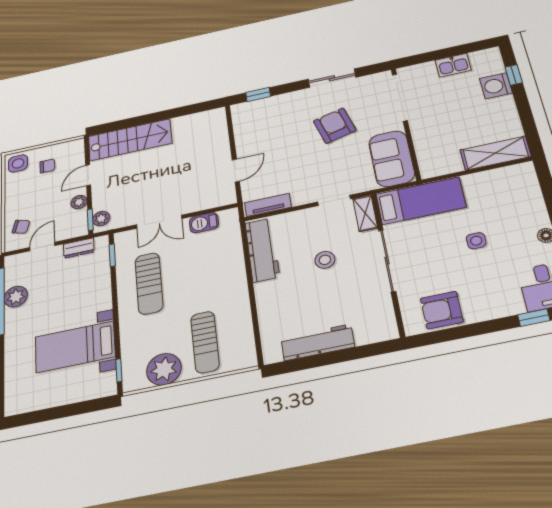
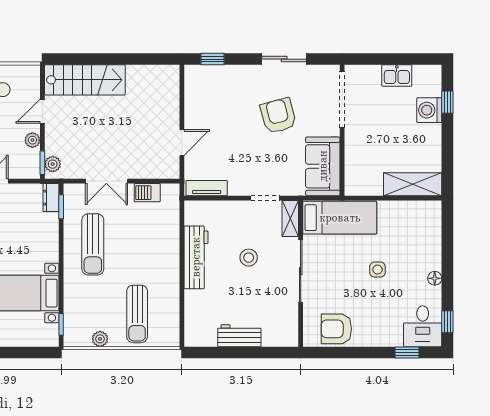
dresser: (79, 248) -> (51, 198), moved, turned 90
workbench: (262, 250) -> (196, 257), moved
workbench: (318, 342) -> (239, 336), width x0.73
plant: (164, 369) -> (100, 339), width x0.53, depth x0.53

